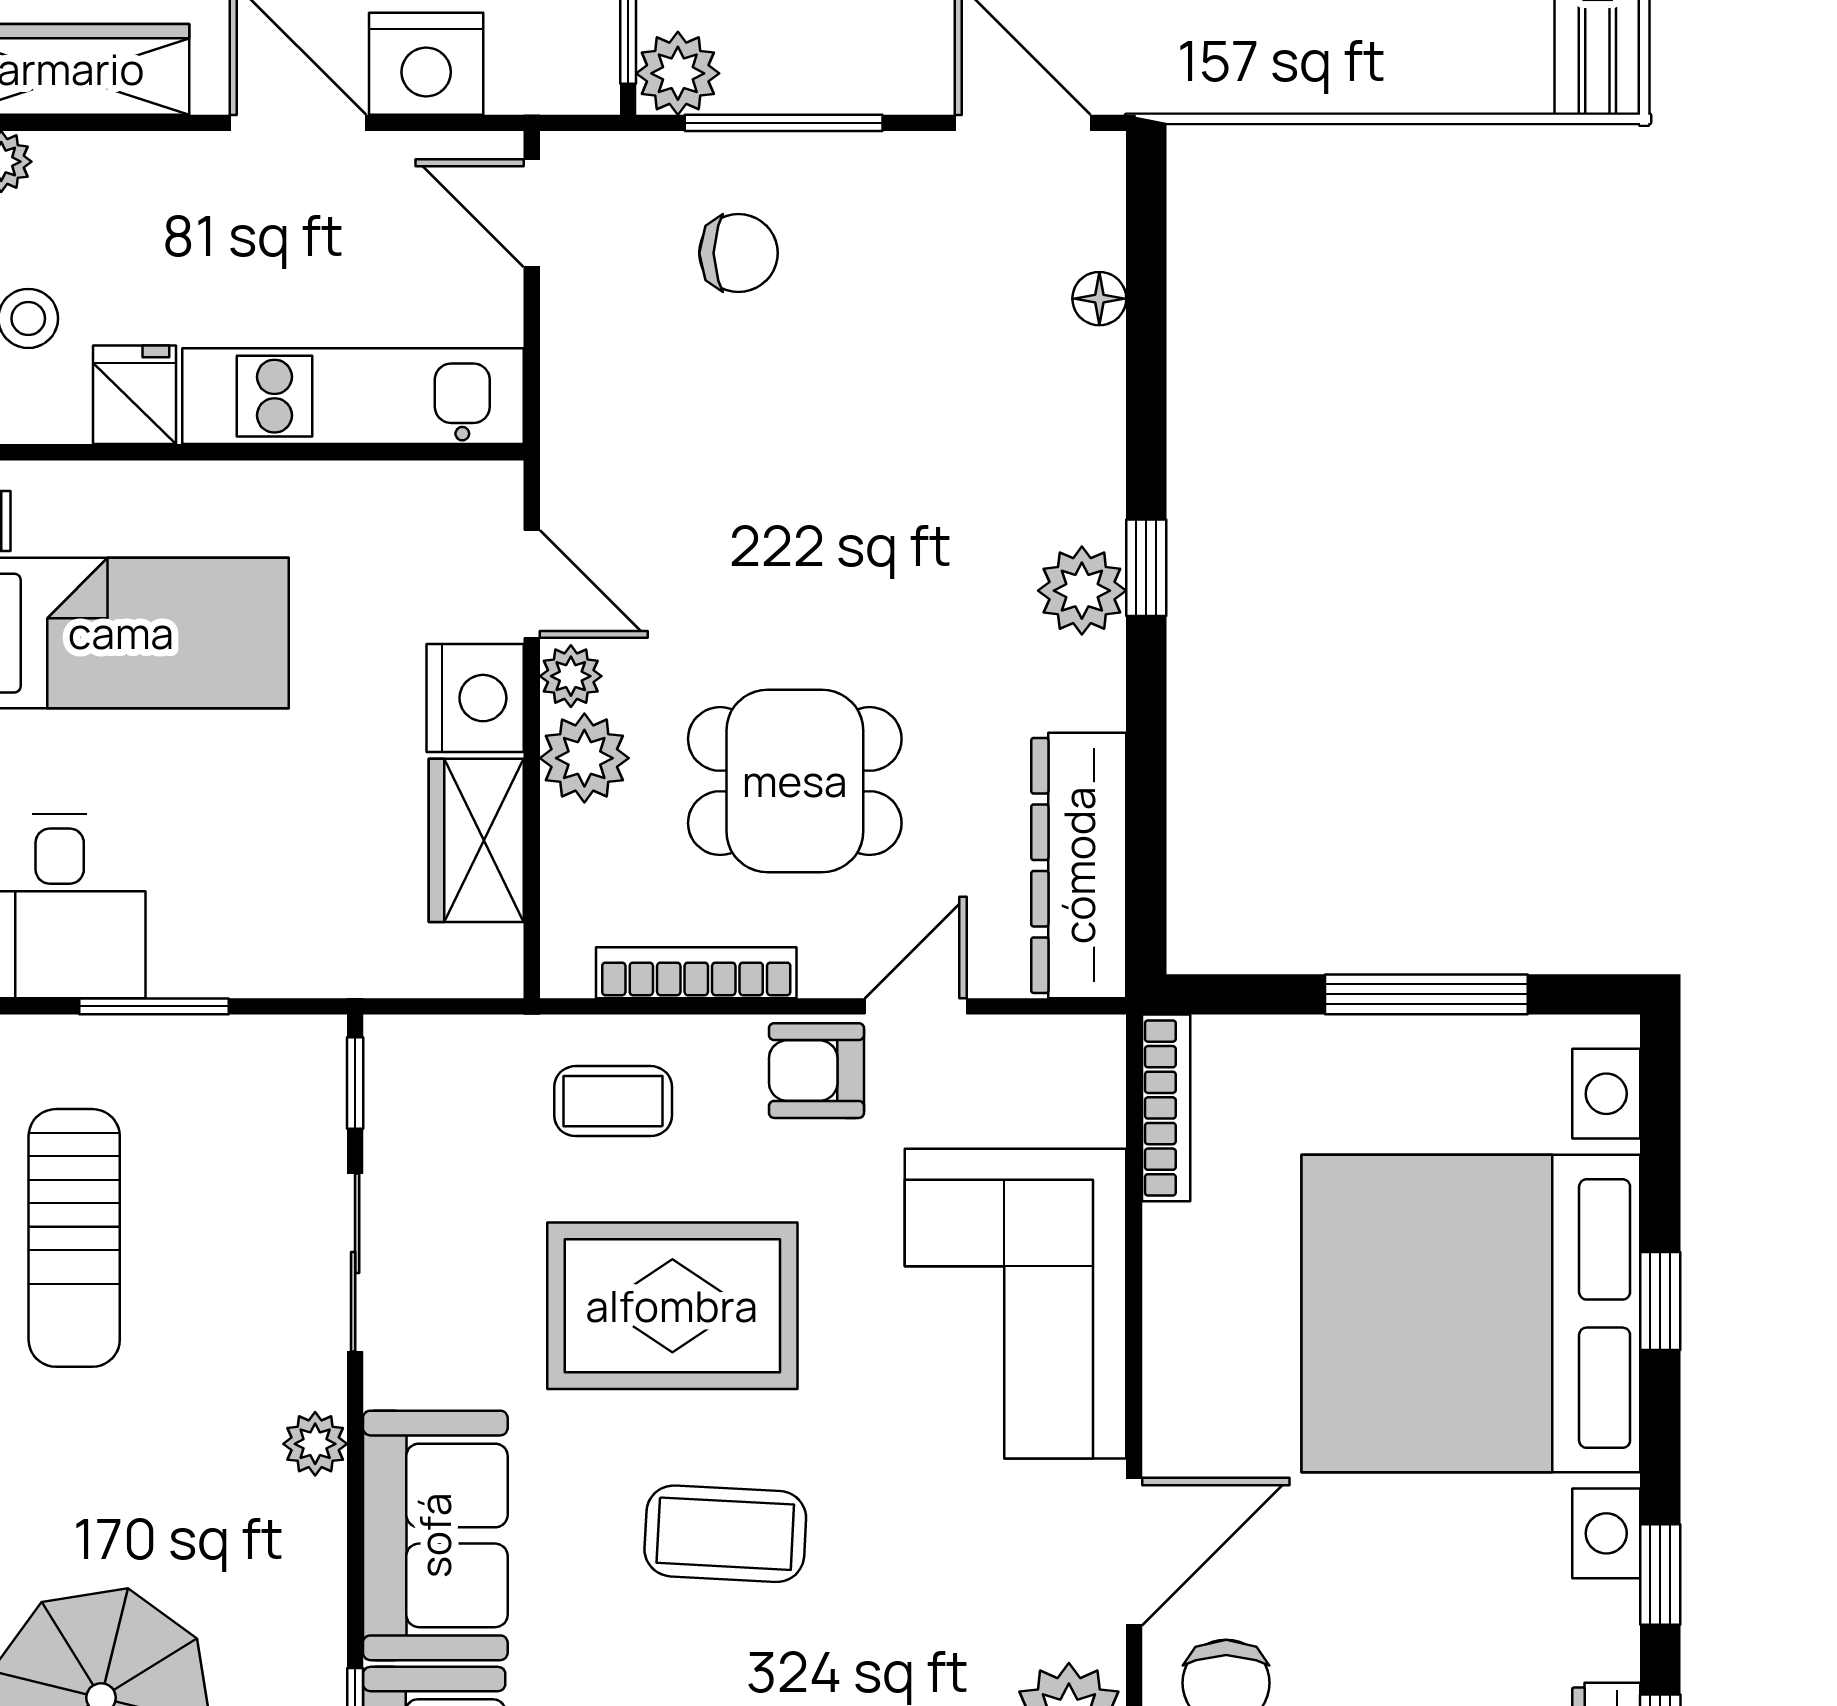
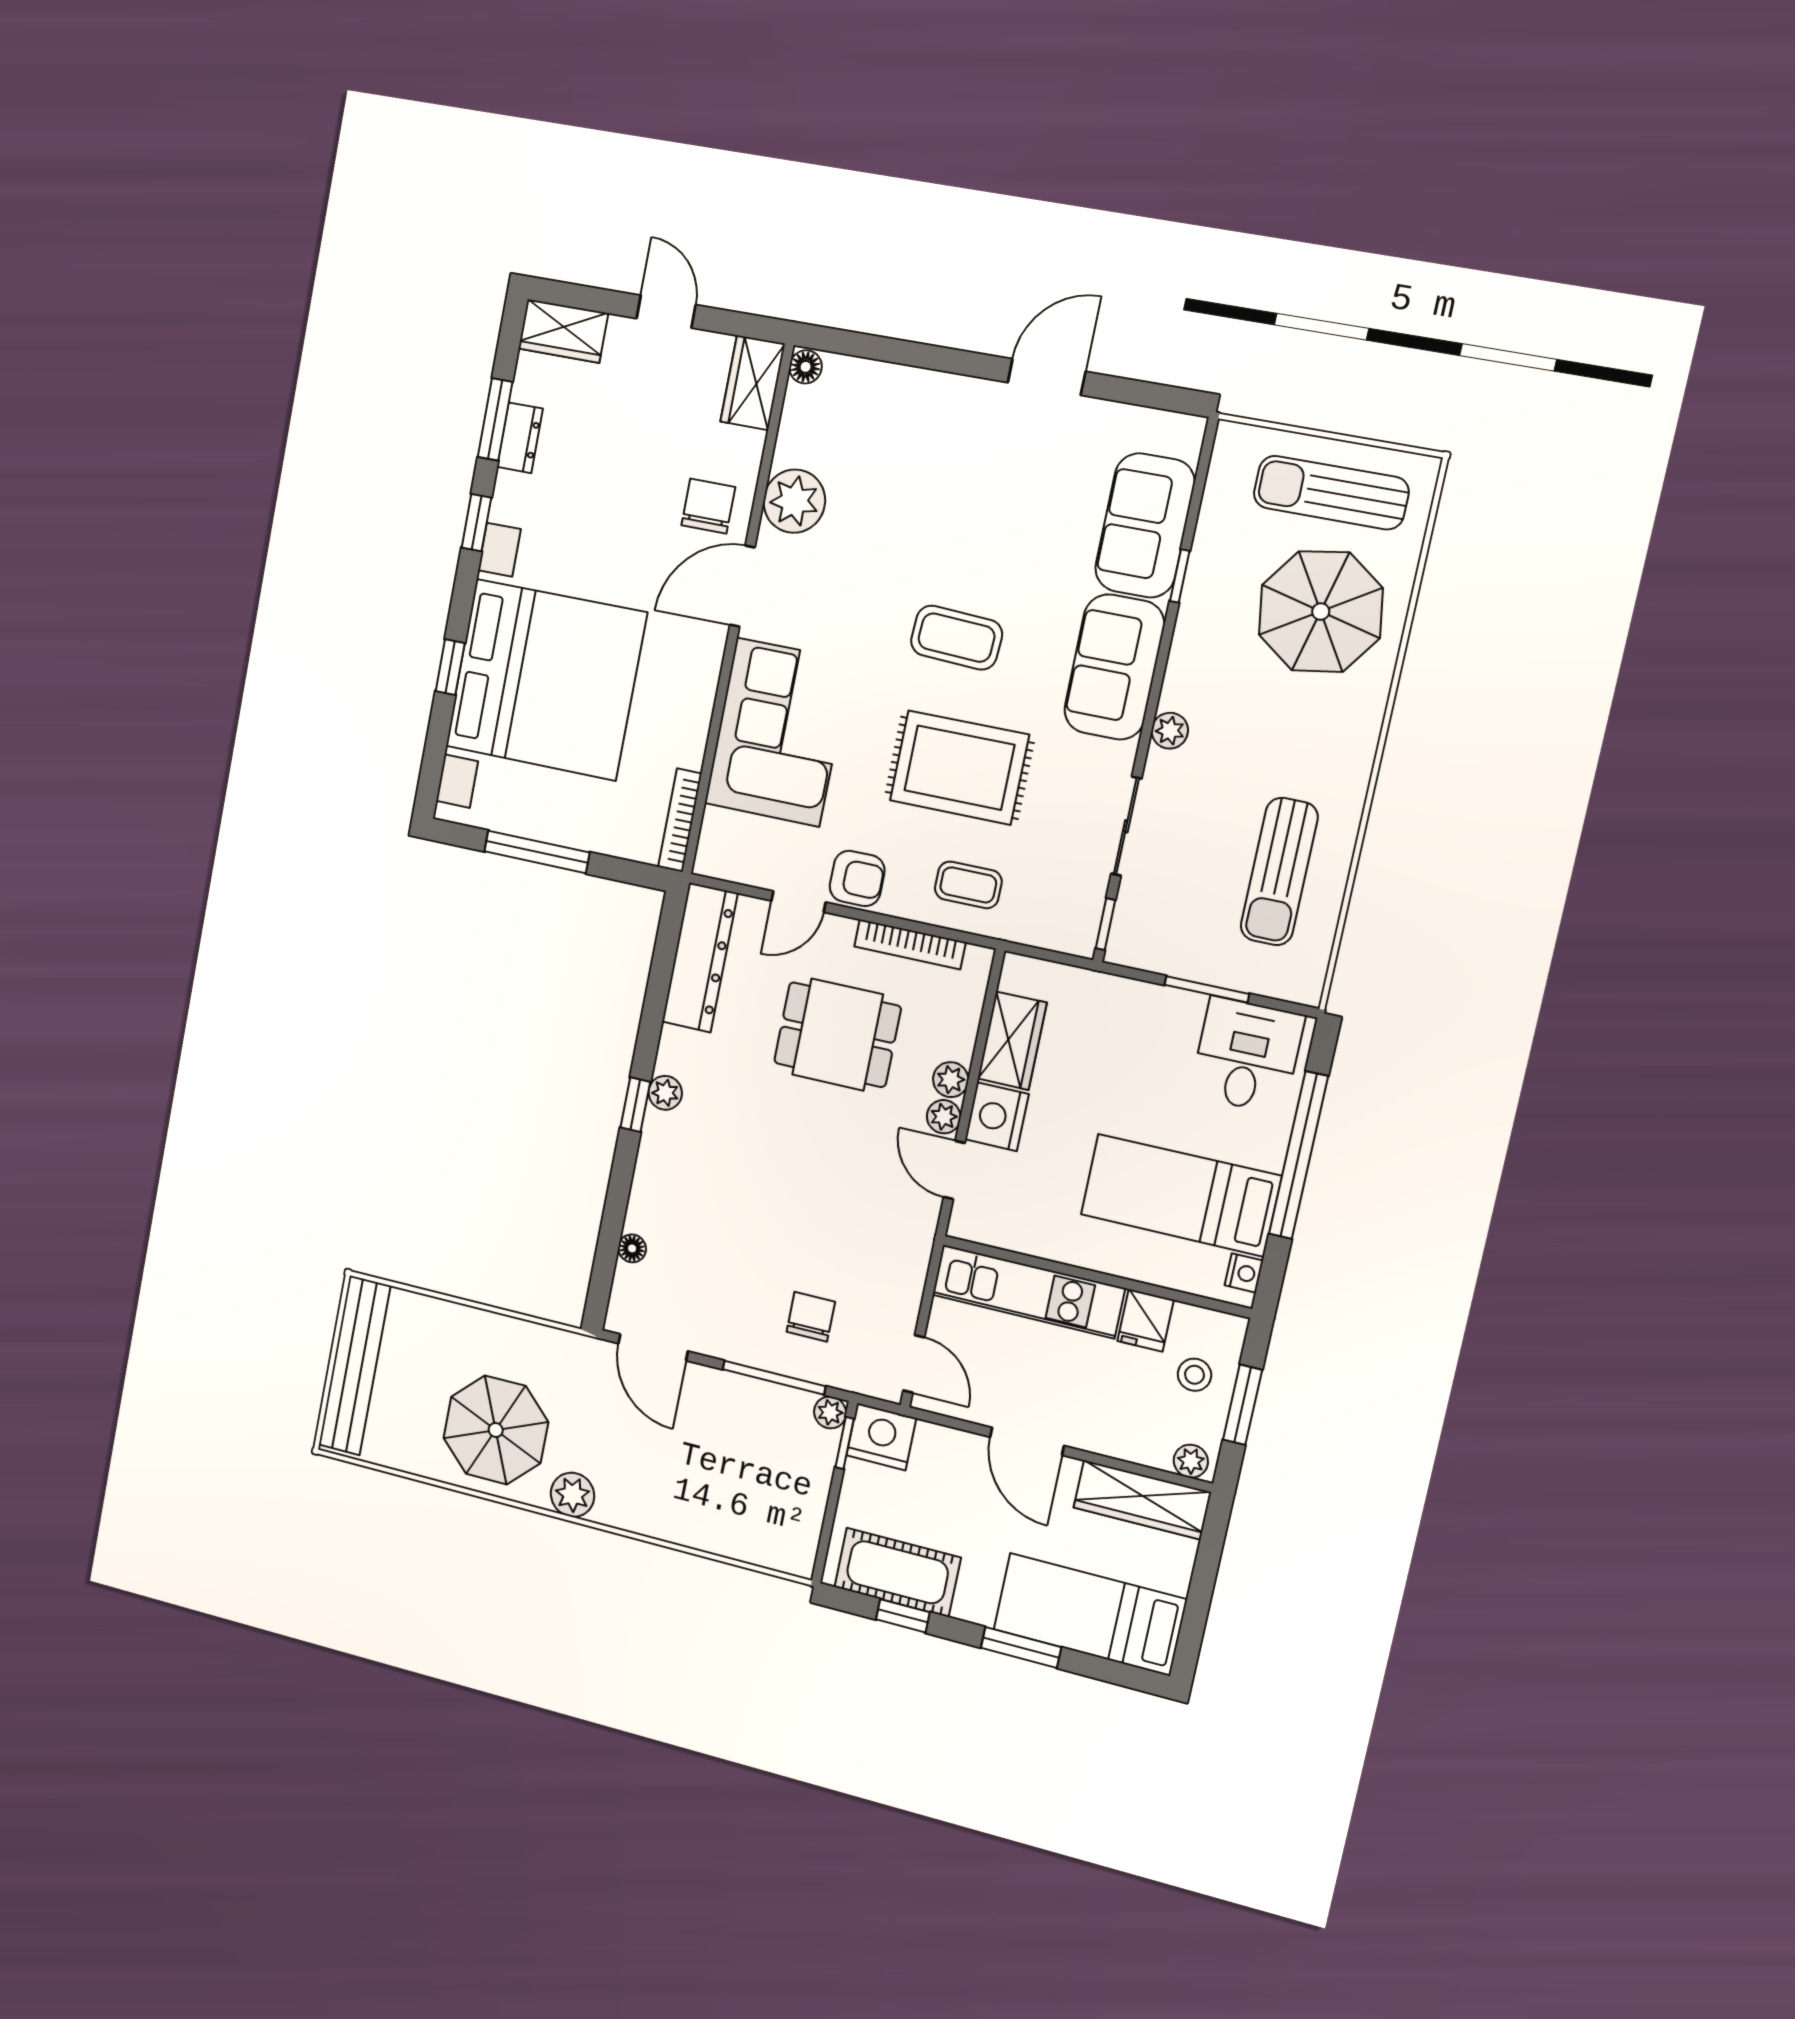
nightstand: (426, 64) -> (881, 1437), moved
plant: (678, 73) -> (830, 1413), width x0.73, depth x0.73
chair: (738, 253) -> (811, 1317), turned 90
plant: (1082, 591) -> (665, 1093), width x0.73, depth x0.73
plant: (584, 758) -> (951, 1080), width x0.73, depth x0.73
sun lounger: (74, 1238) -> (1279, 872), turned 180

